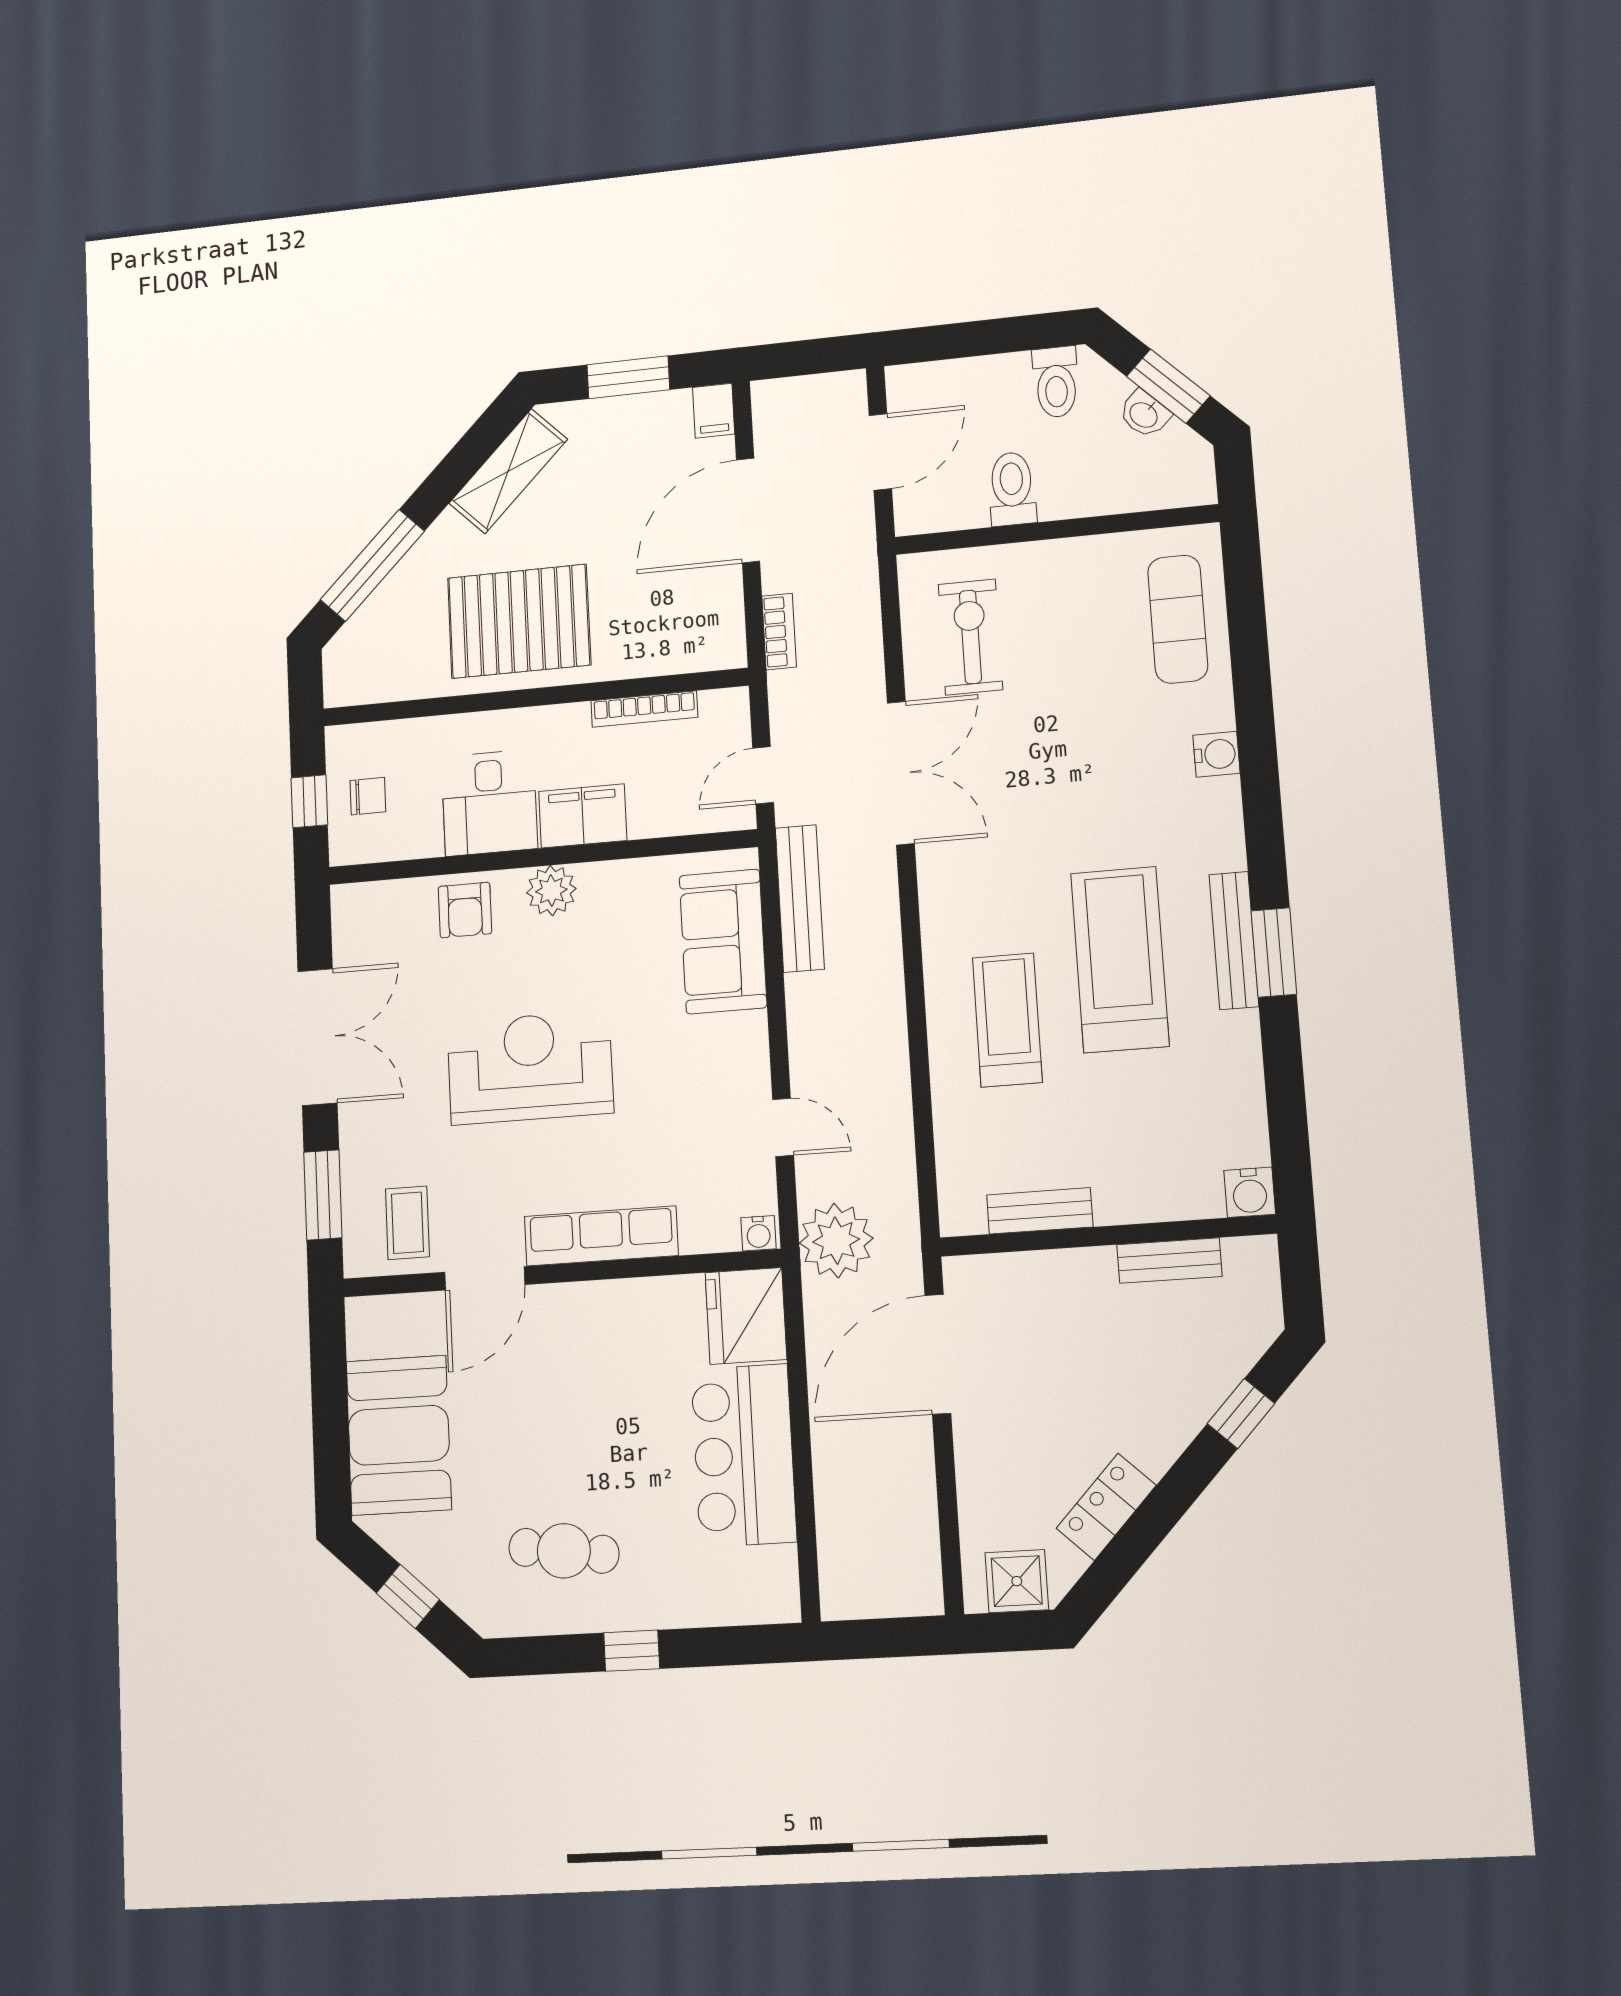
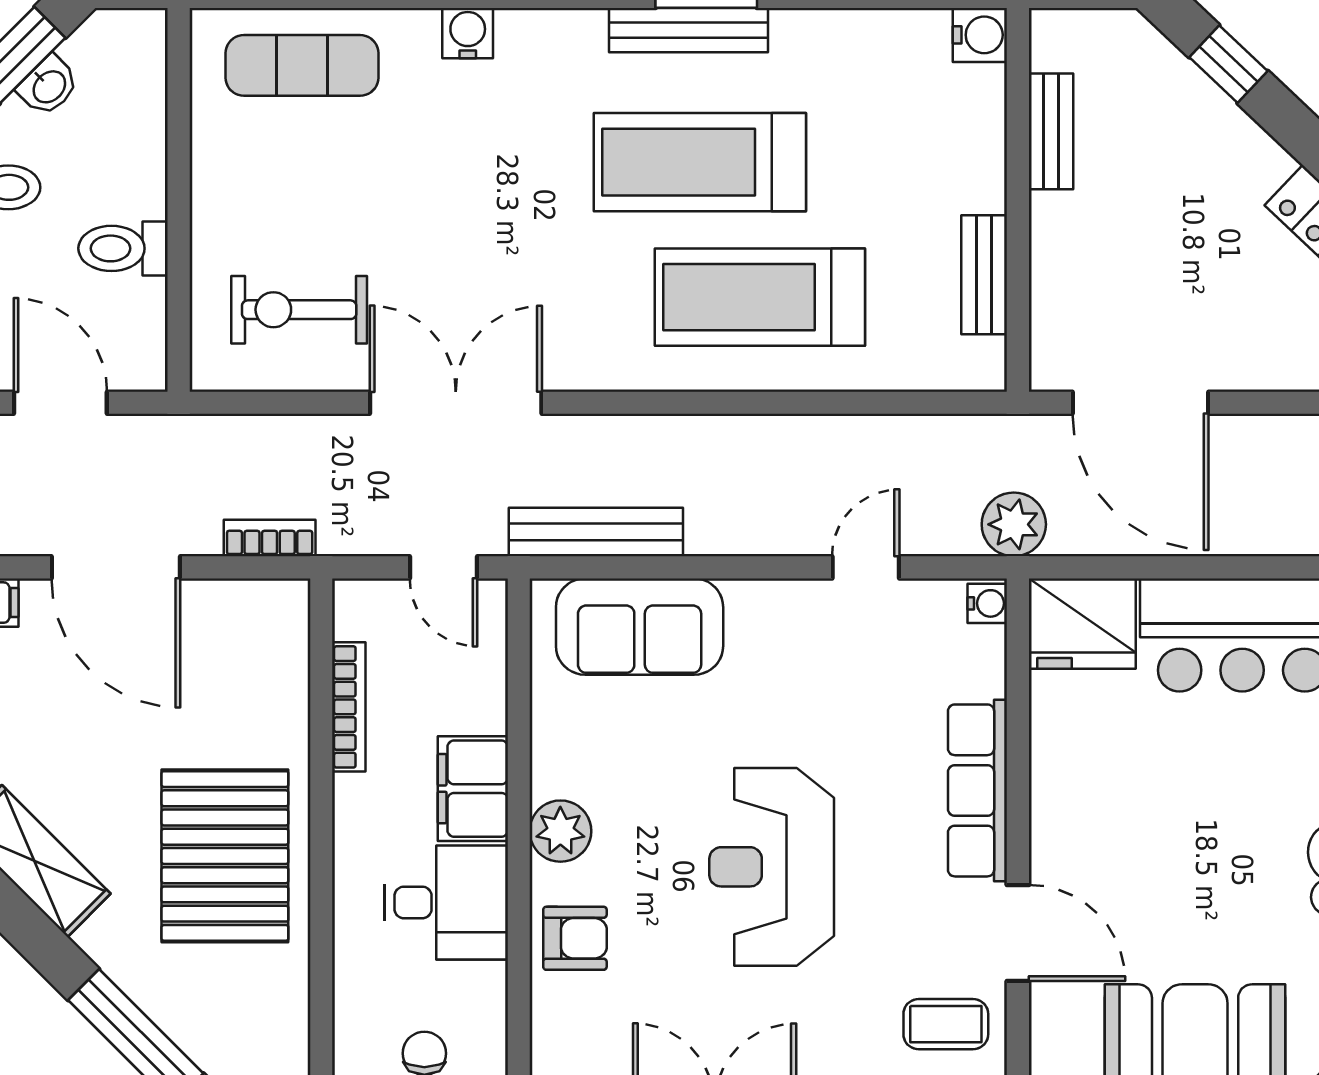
treadmill: (1007, 1020) -> (760, 297), width x1.37, depth x1.38
plant: (836, 1241) -> (1014, 524), width x0.73, depth x0.73

